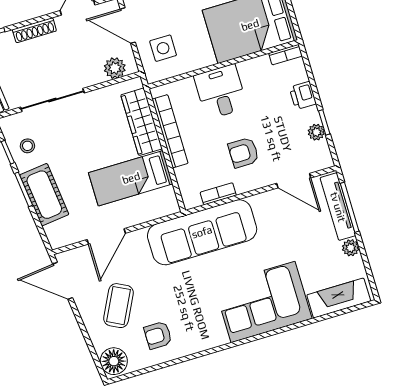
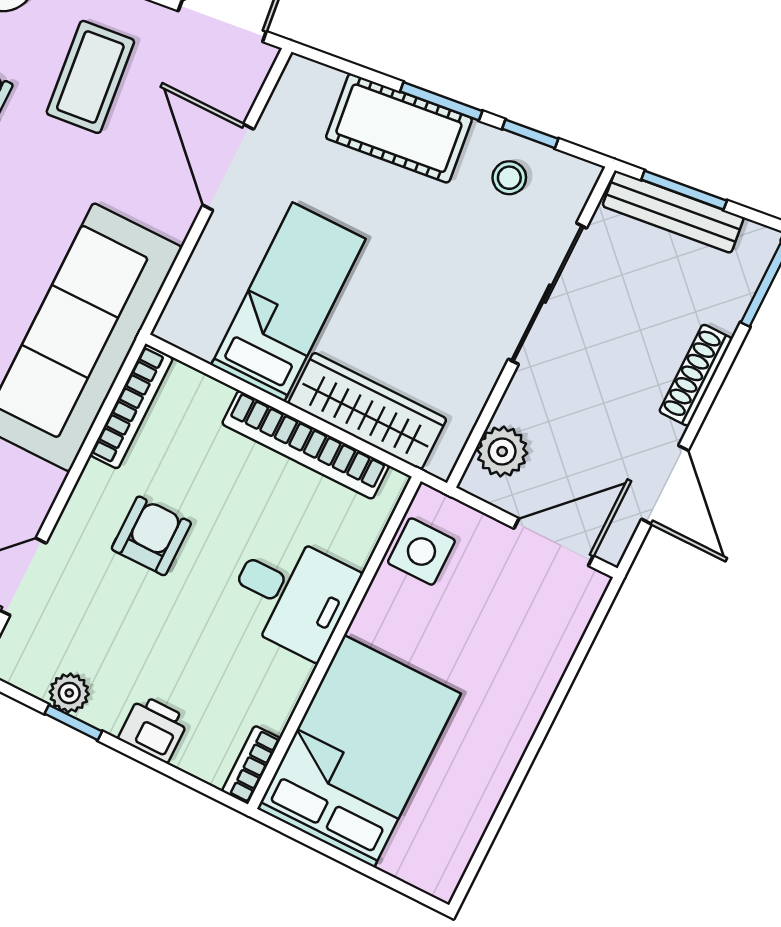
side table: (163, 48) -> (421, 551), moved
bookcase: (218, 194) -> (131, 407), width x1.56
coffee table: (119, 306) -> (90, 77), turned 57

